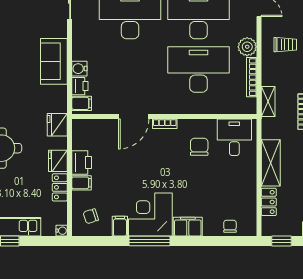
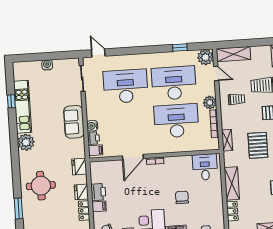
chair: (199, 147) -> (182, 197), moved

